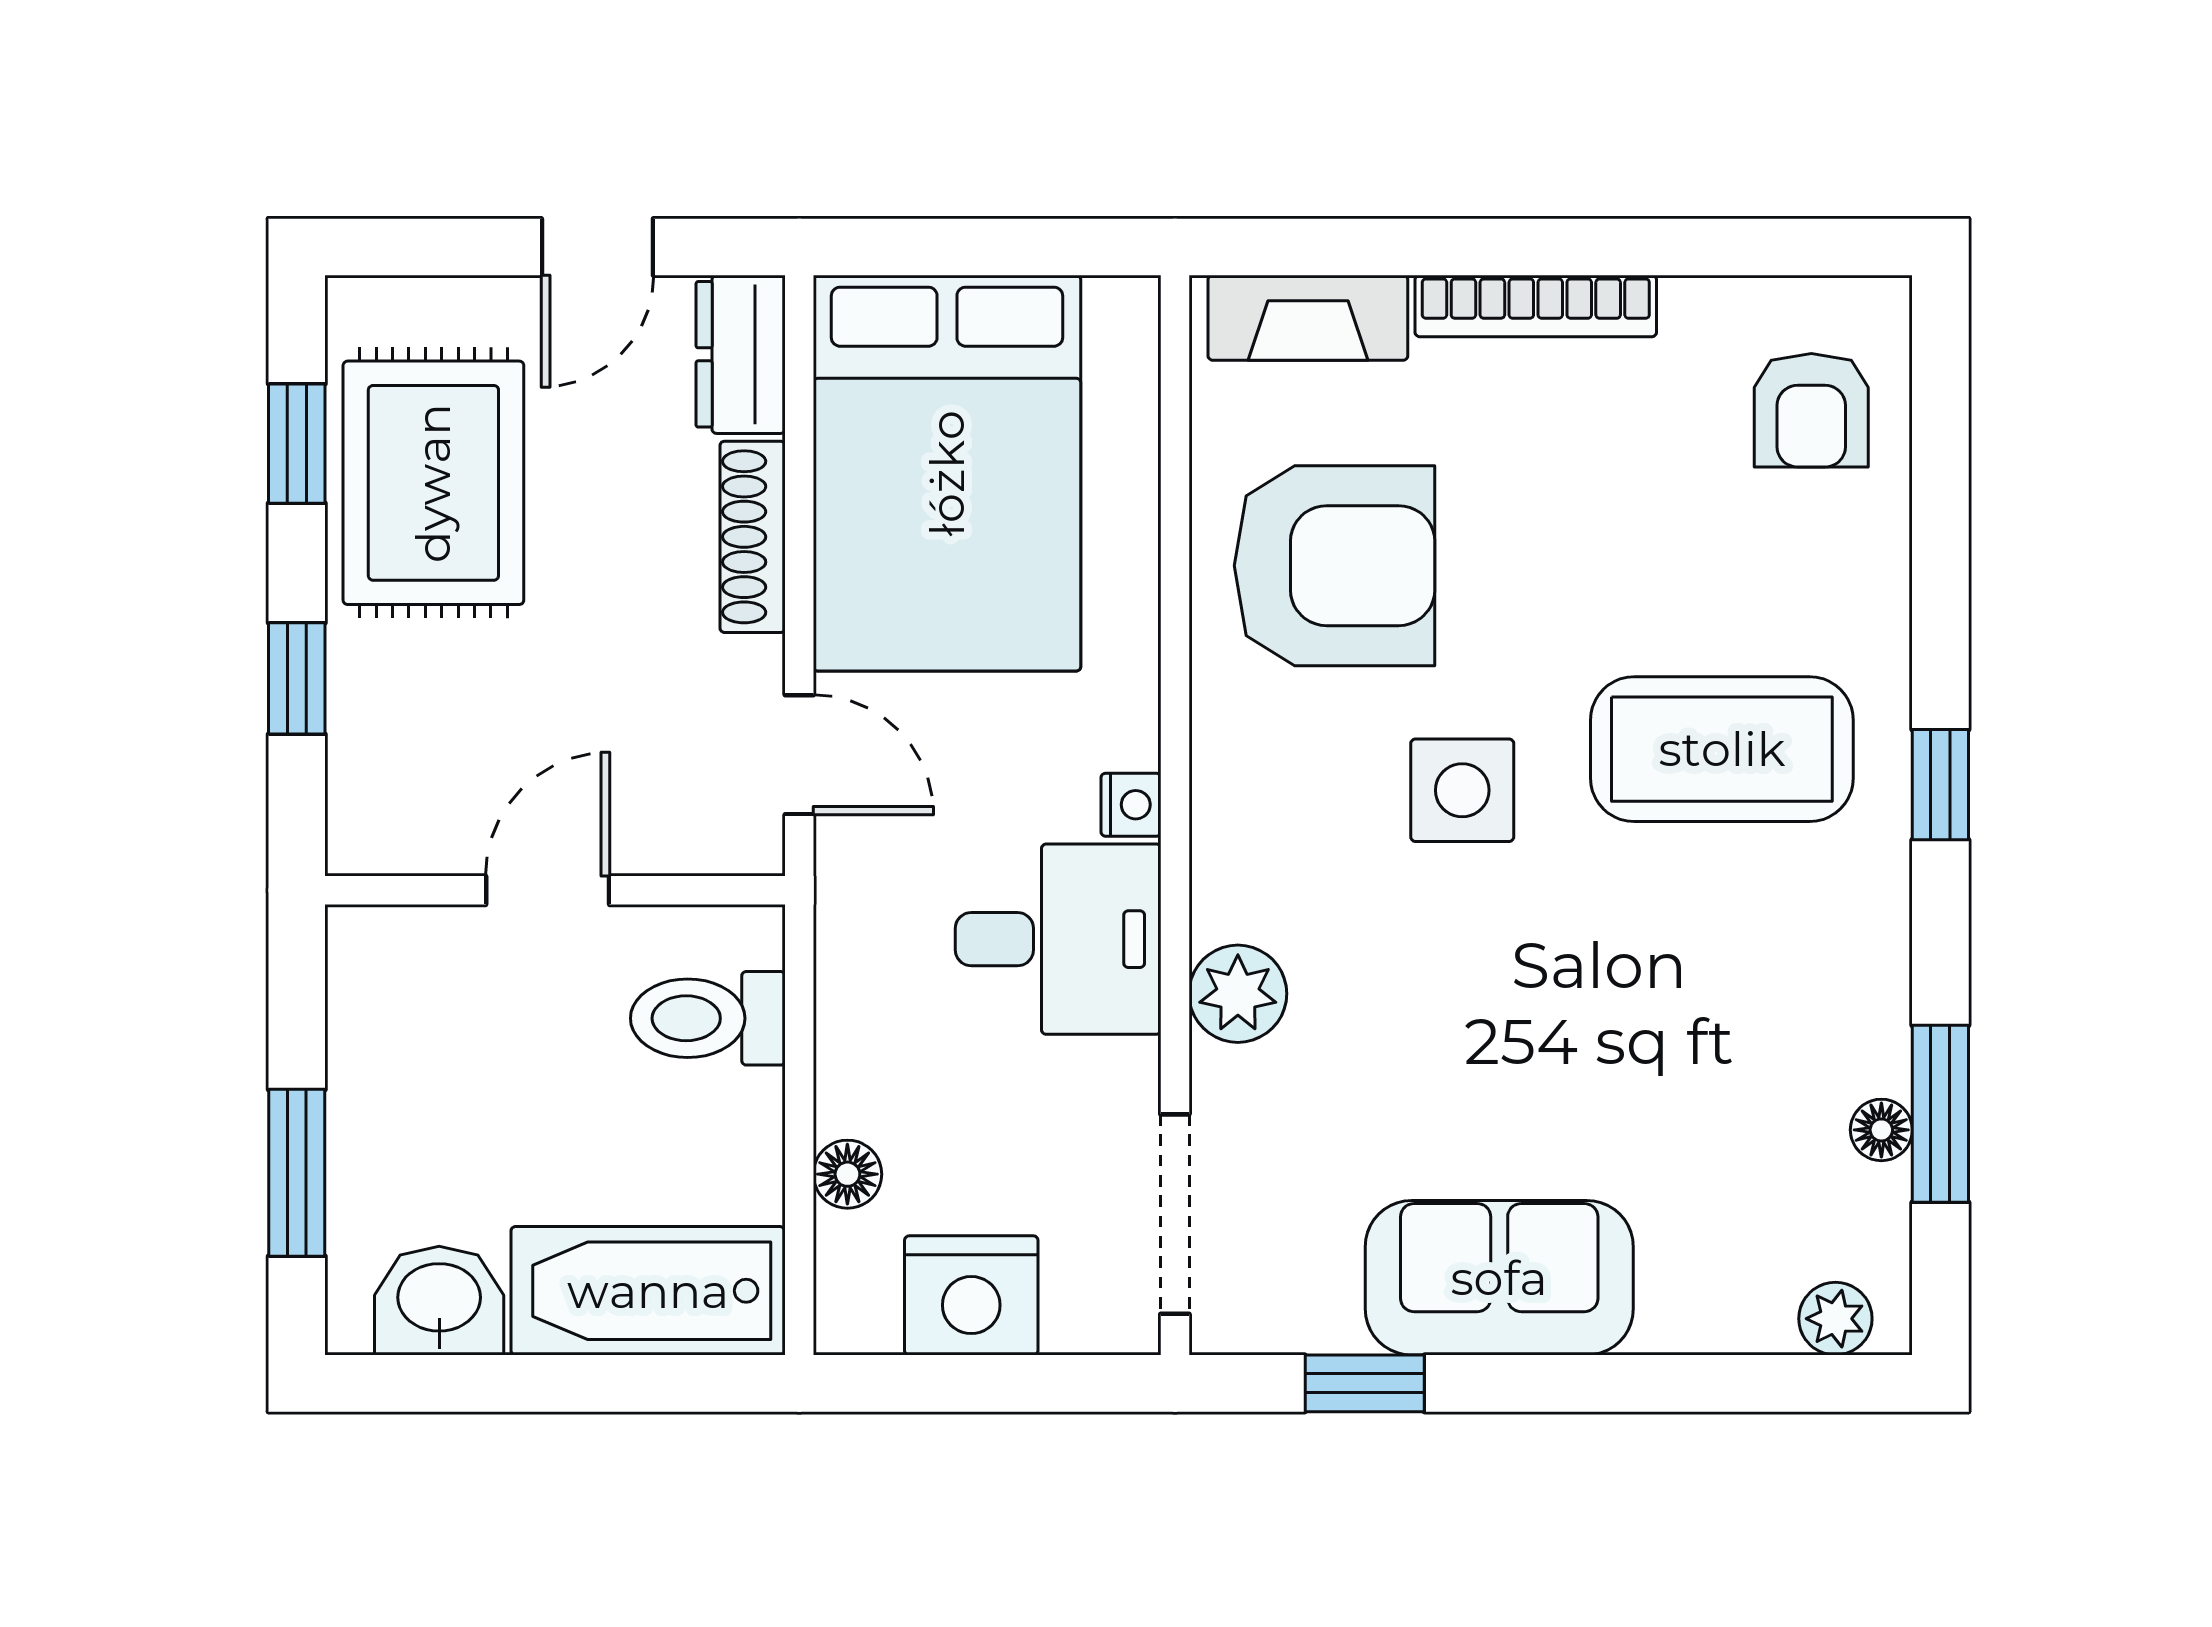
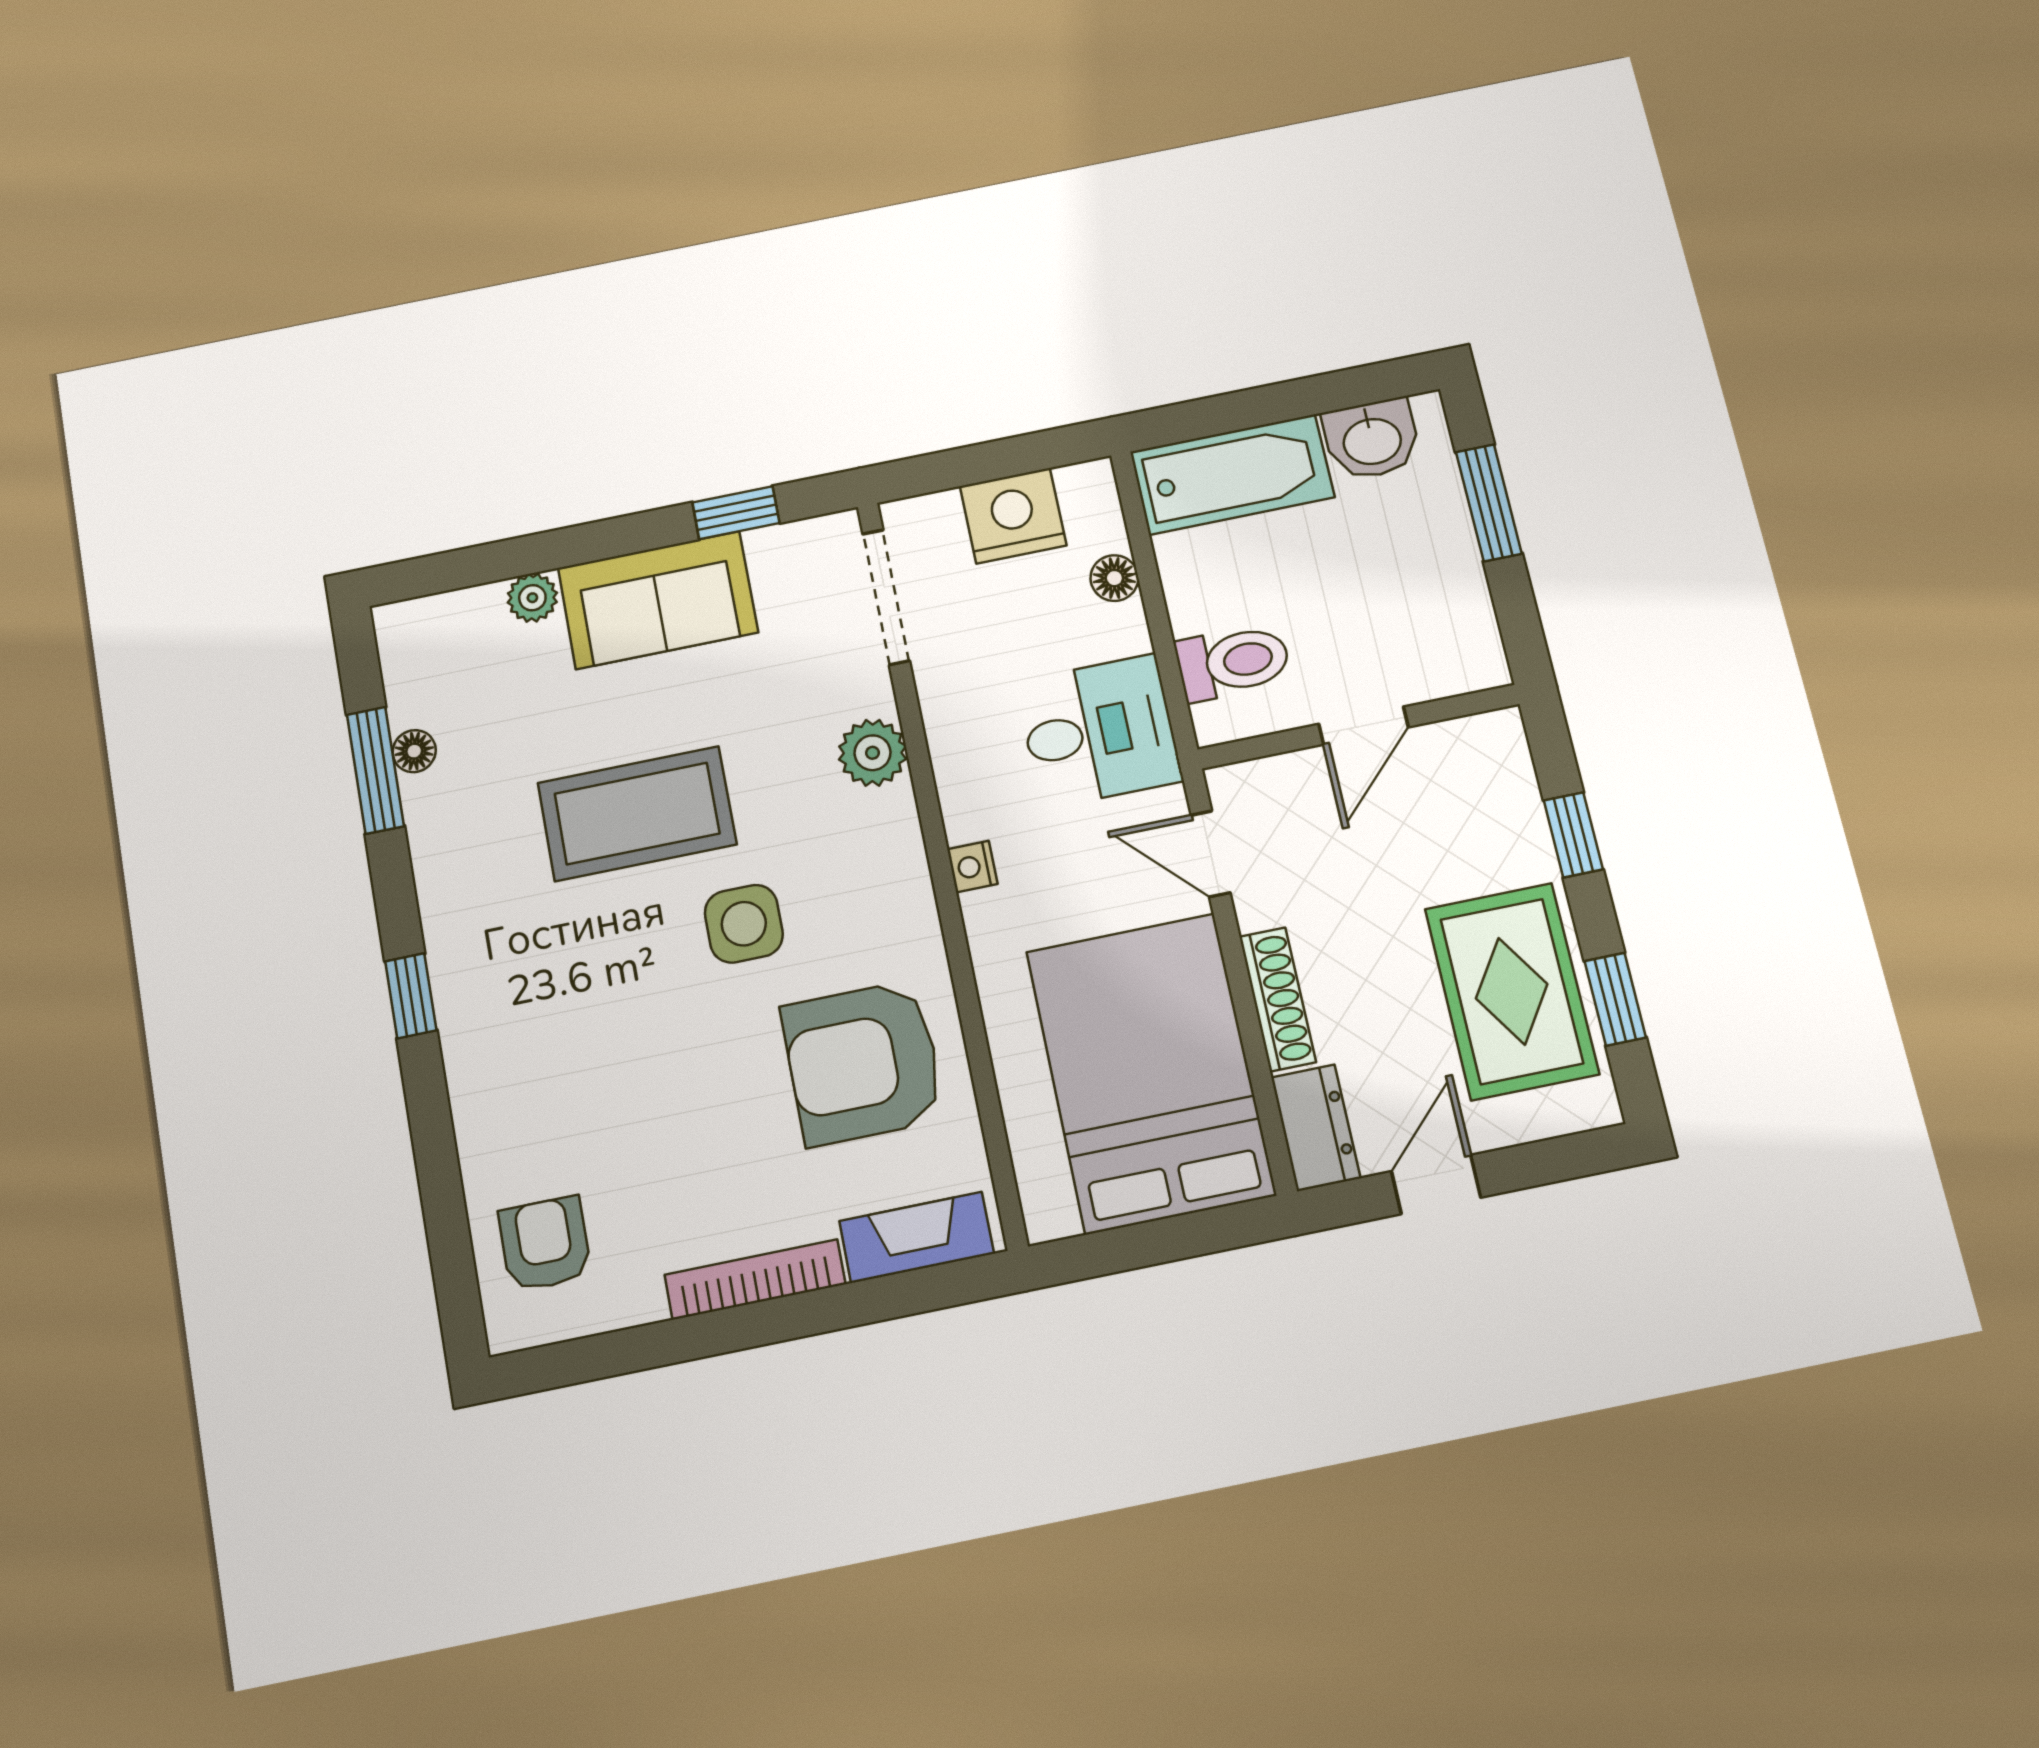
coffee table: (1722, 749) -> (637, 814), moved
desk: (1058, 939) -> (1099, 731), moved, turned 180
plant: (1835, 1319) -> (532, 598), moved

